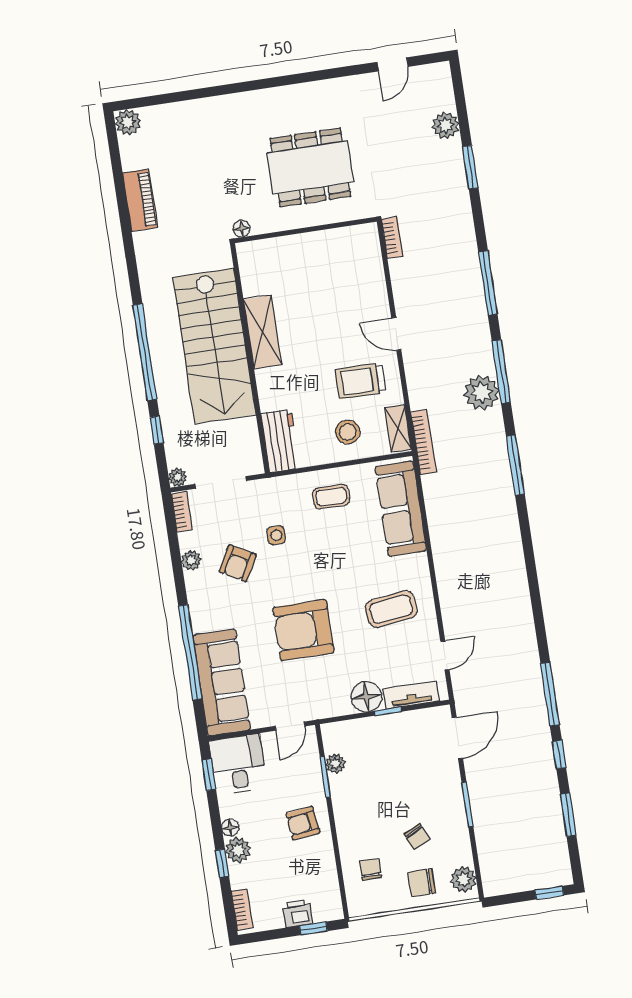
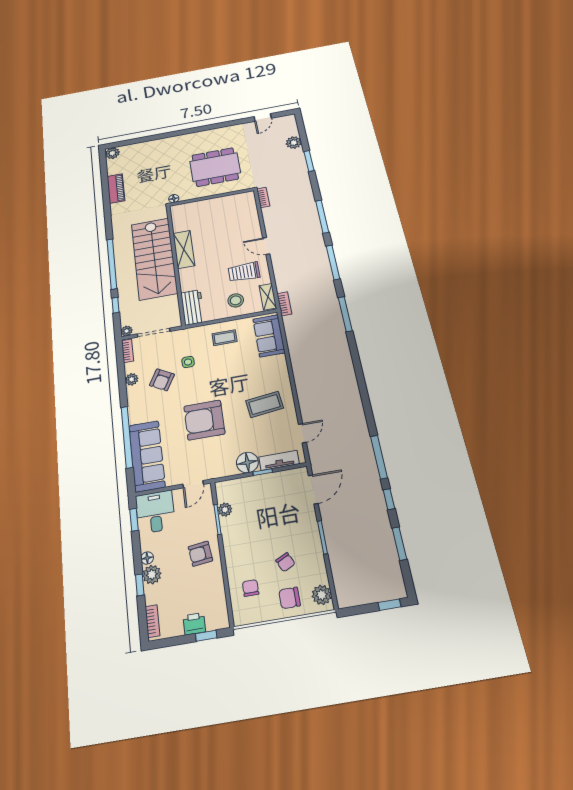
plant: (482, 392) -> (321, 274), removed
bookcase: (423, 442) -> (284, 304), width x0.64
sofa: (401, 509) -> (269, 336), width x0.73

